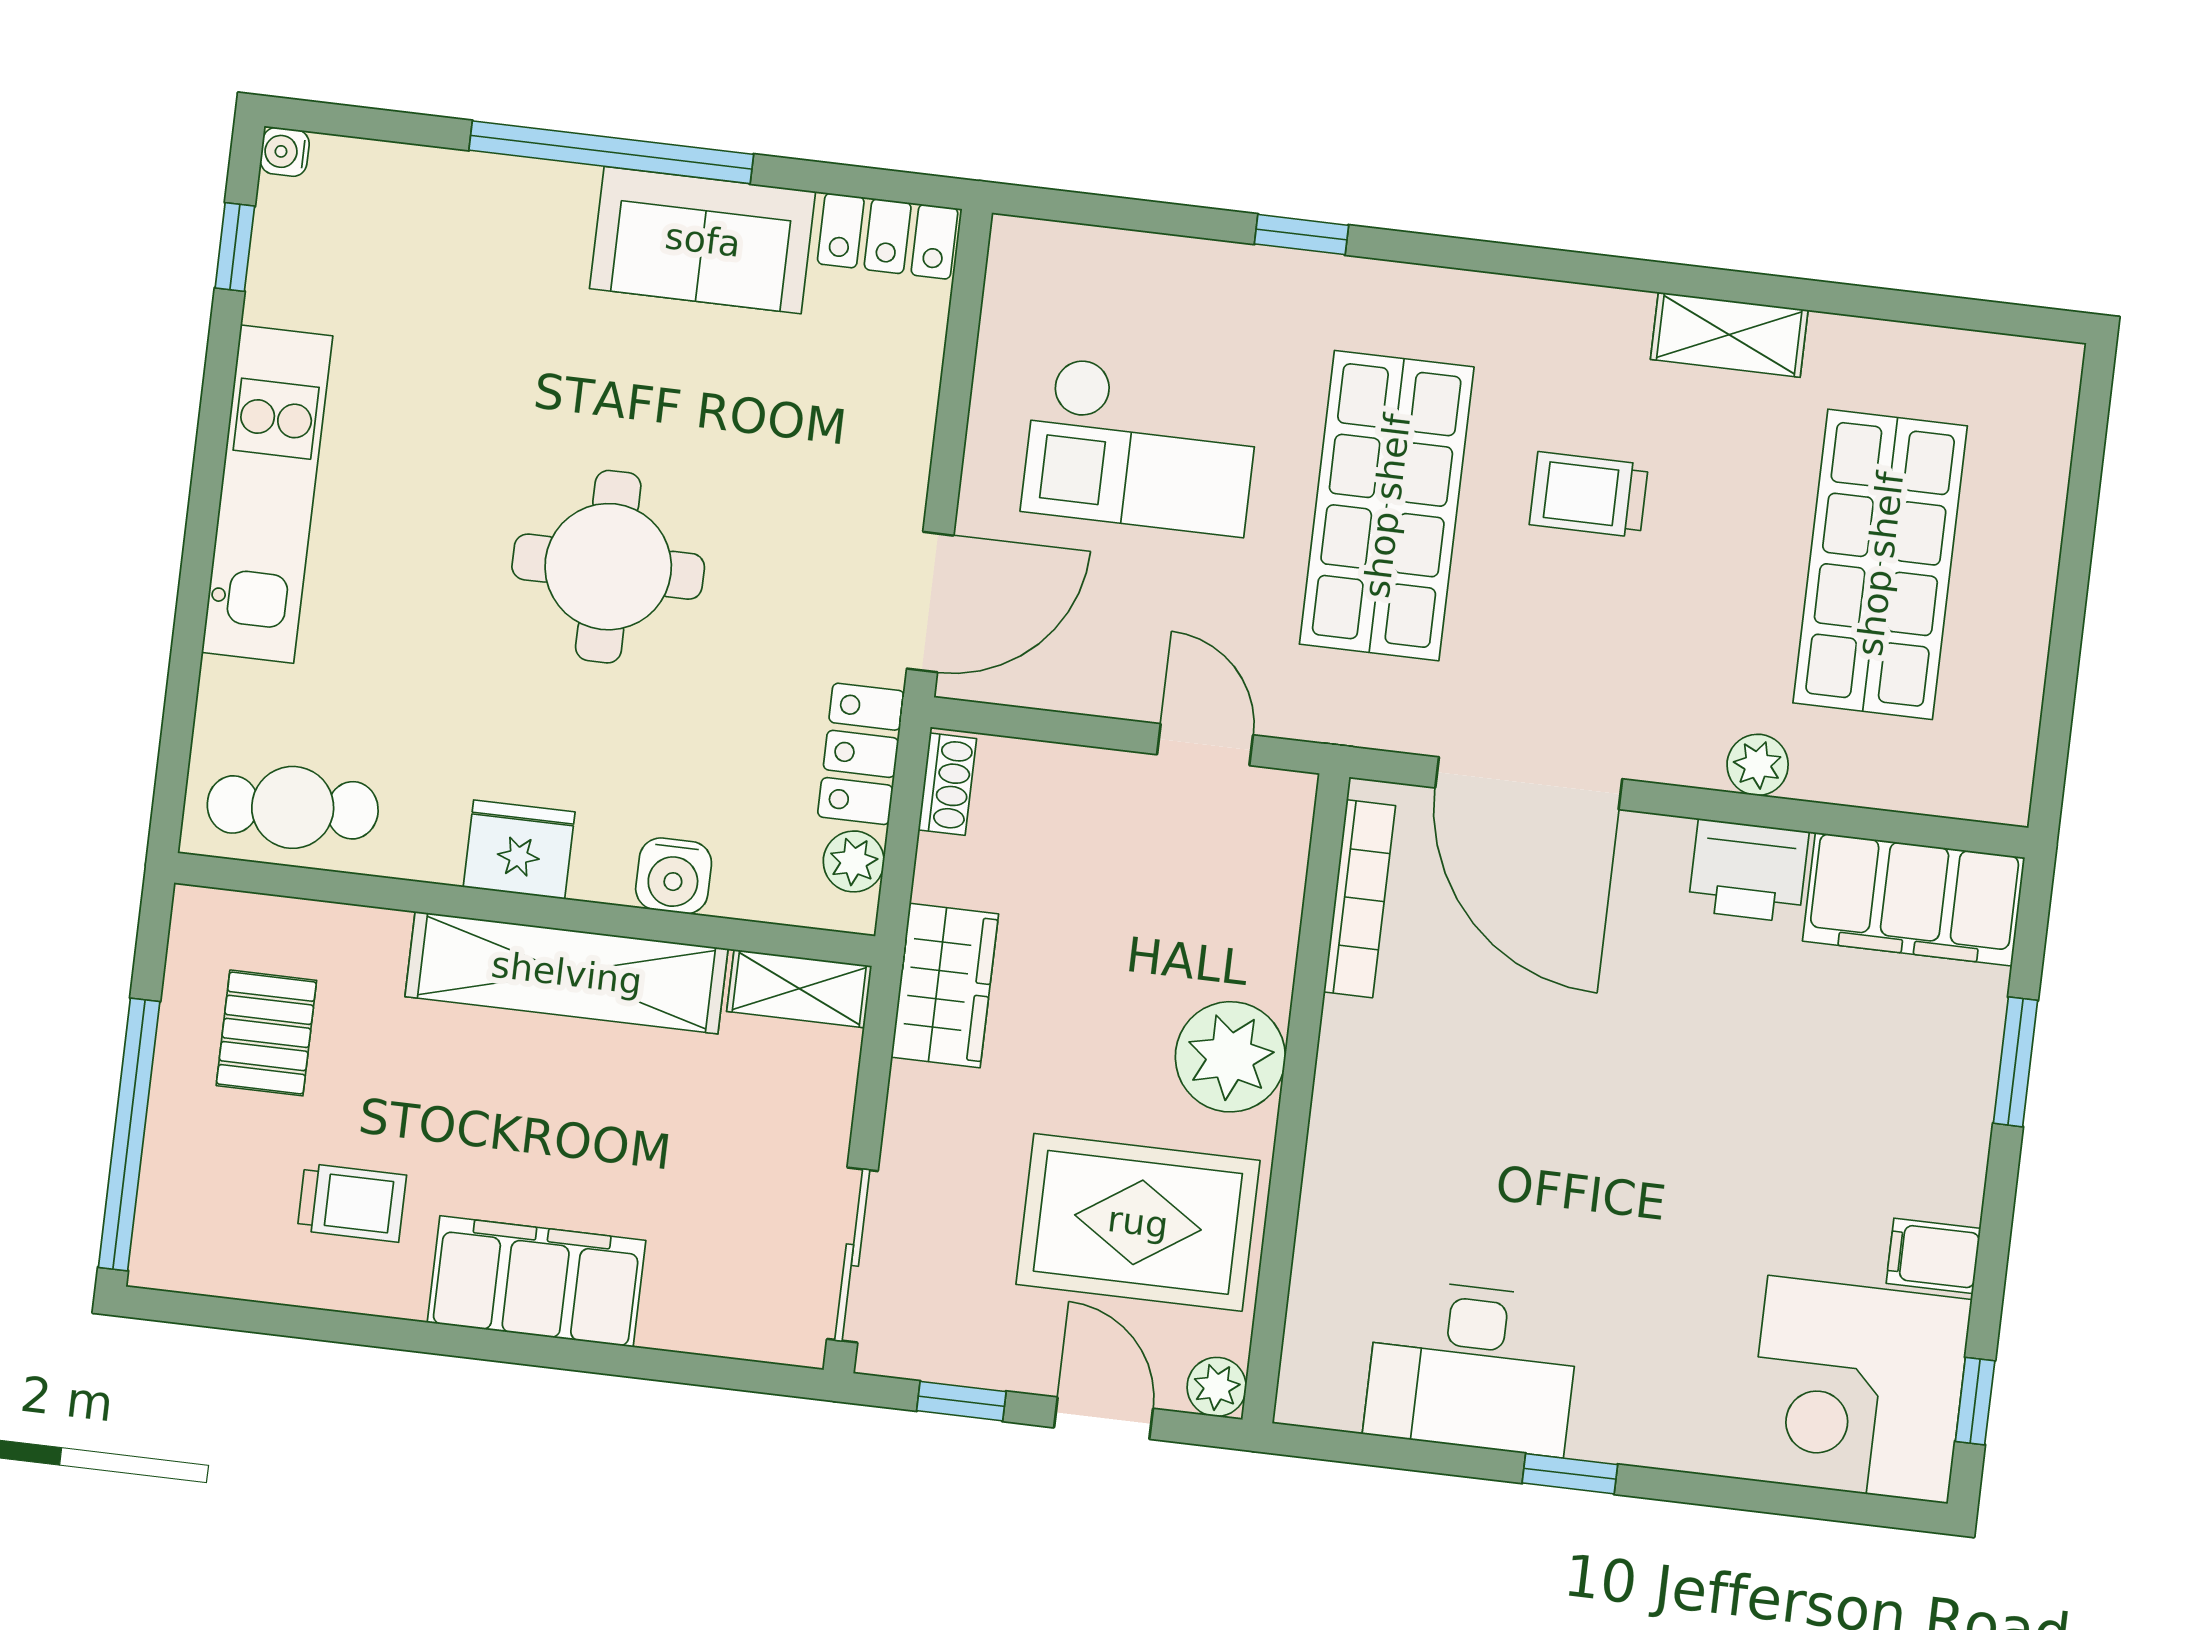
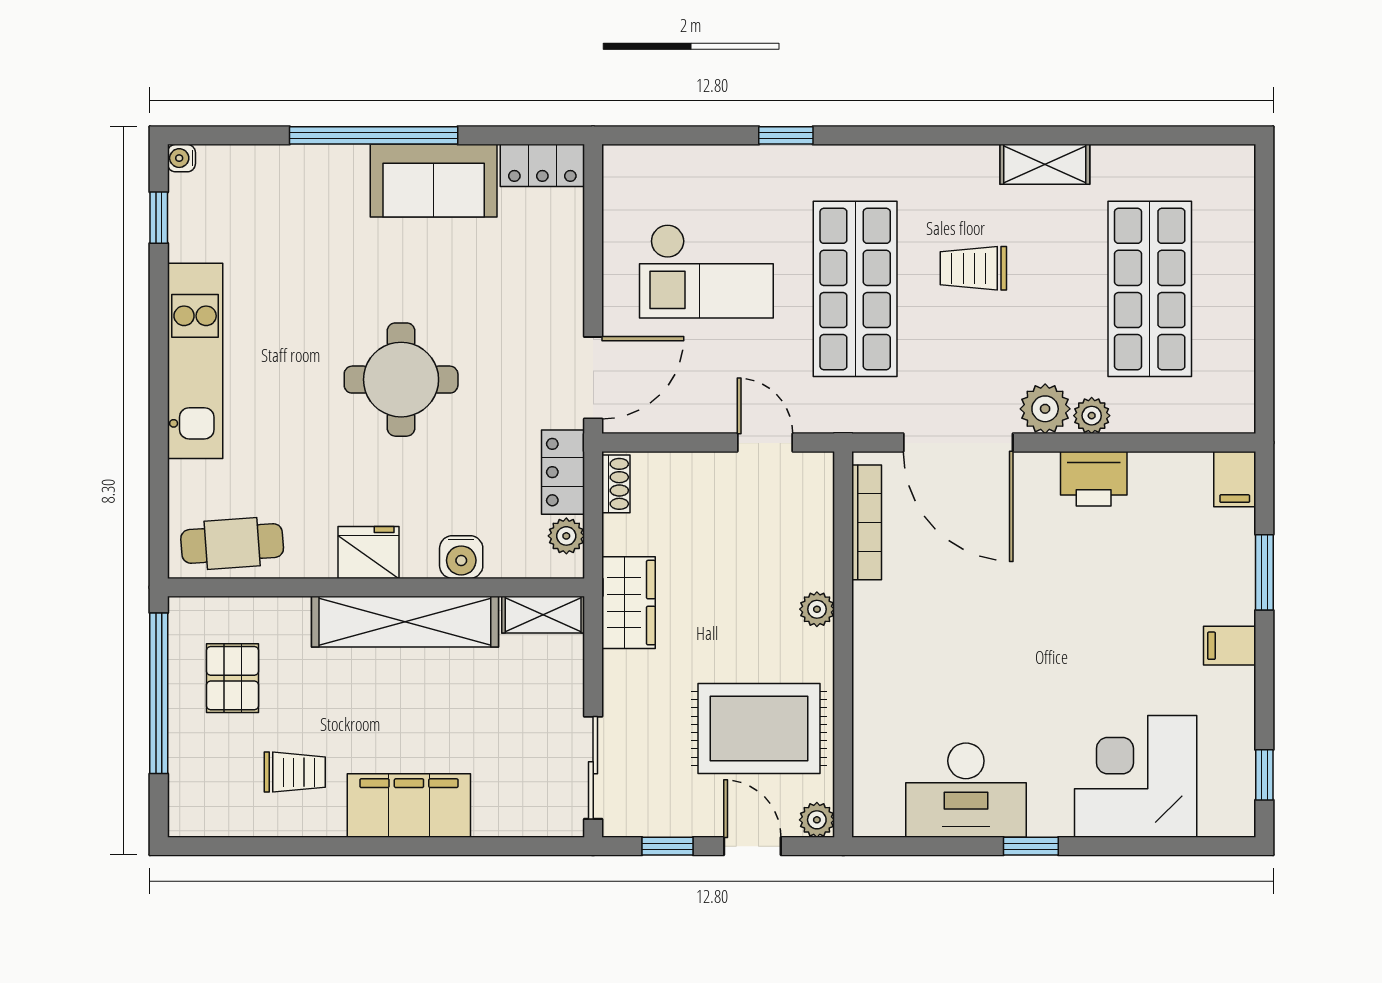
plant: (1681, 744) -> (1045, 409), added
filing cabinet: (1914, 899) -> (1235, 479), width x0.33, depth x0.86
plant: (1230, 1057) -> (817, 609), width x0.53, depth x0.53
window: (129, 1134) -> (159, 693), moved
filing cabinet: (1933, 1256) -> (1230, 646), moved
corner desk: (1858, 1390) -> (1136, 776), moved, turned 90

